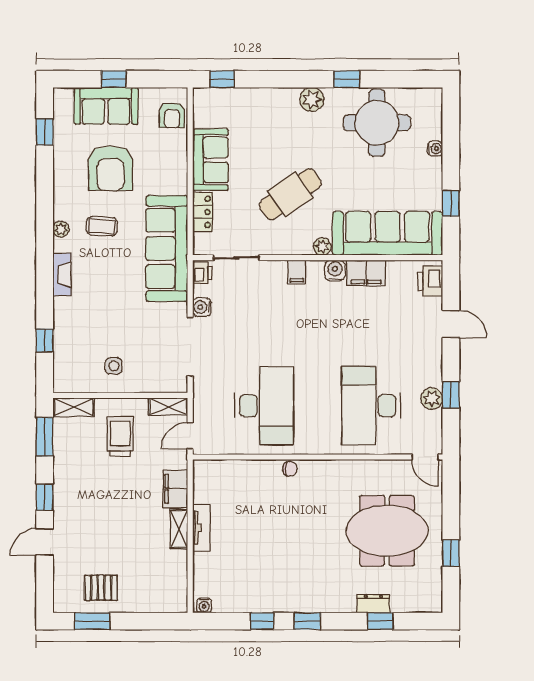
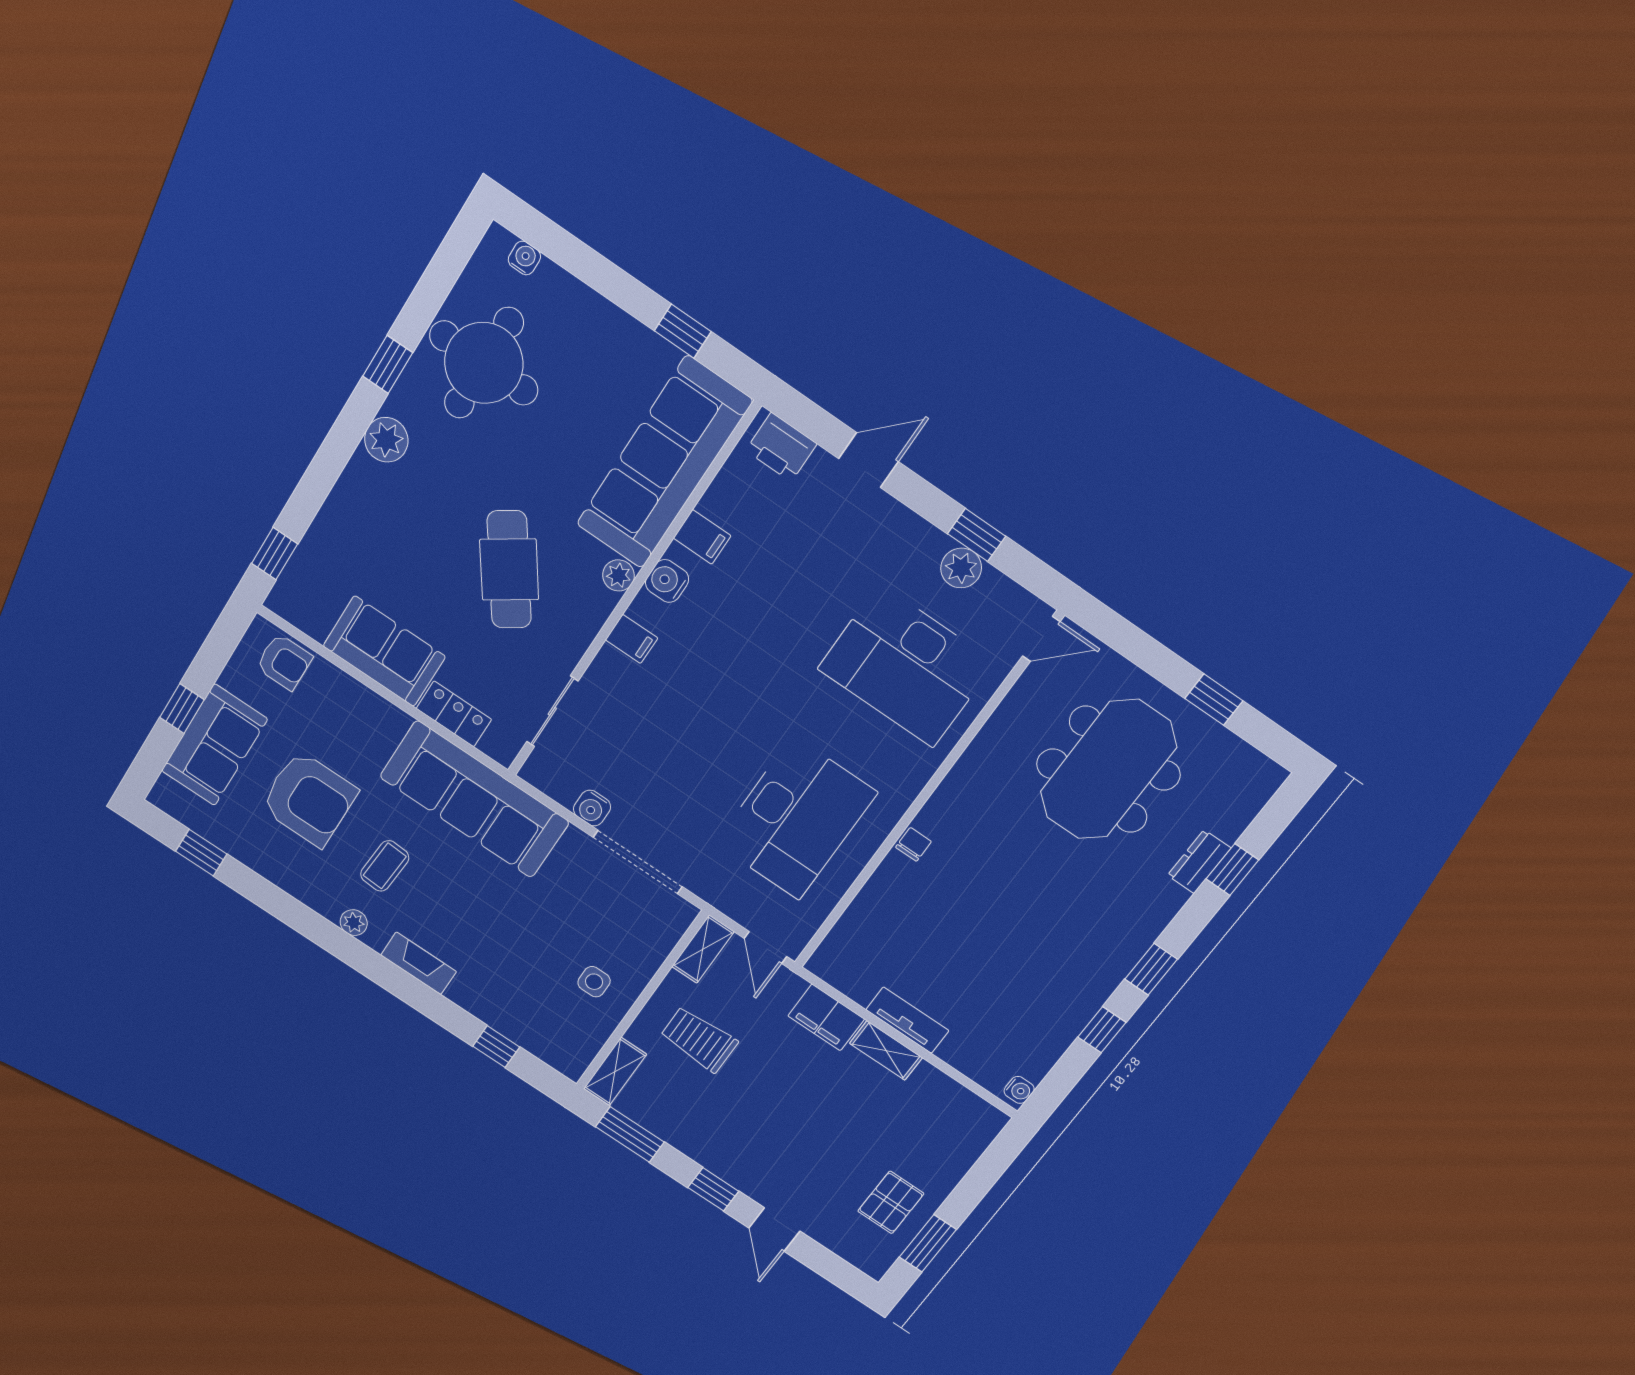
water cooler: (435, 149) -> (524, 258), moved
printer: (202, 273) -> (543, 774), removed
filing cabinet: (366, 273) -> (702, 537), width x0.50
desk: (264, 406) -> (796, 818), turned 90

